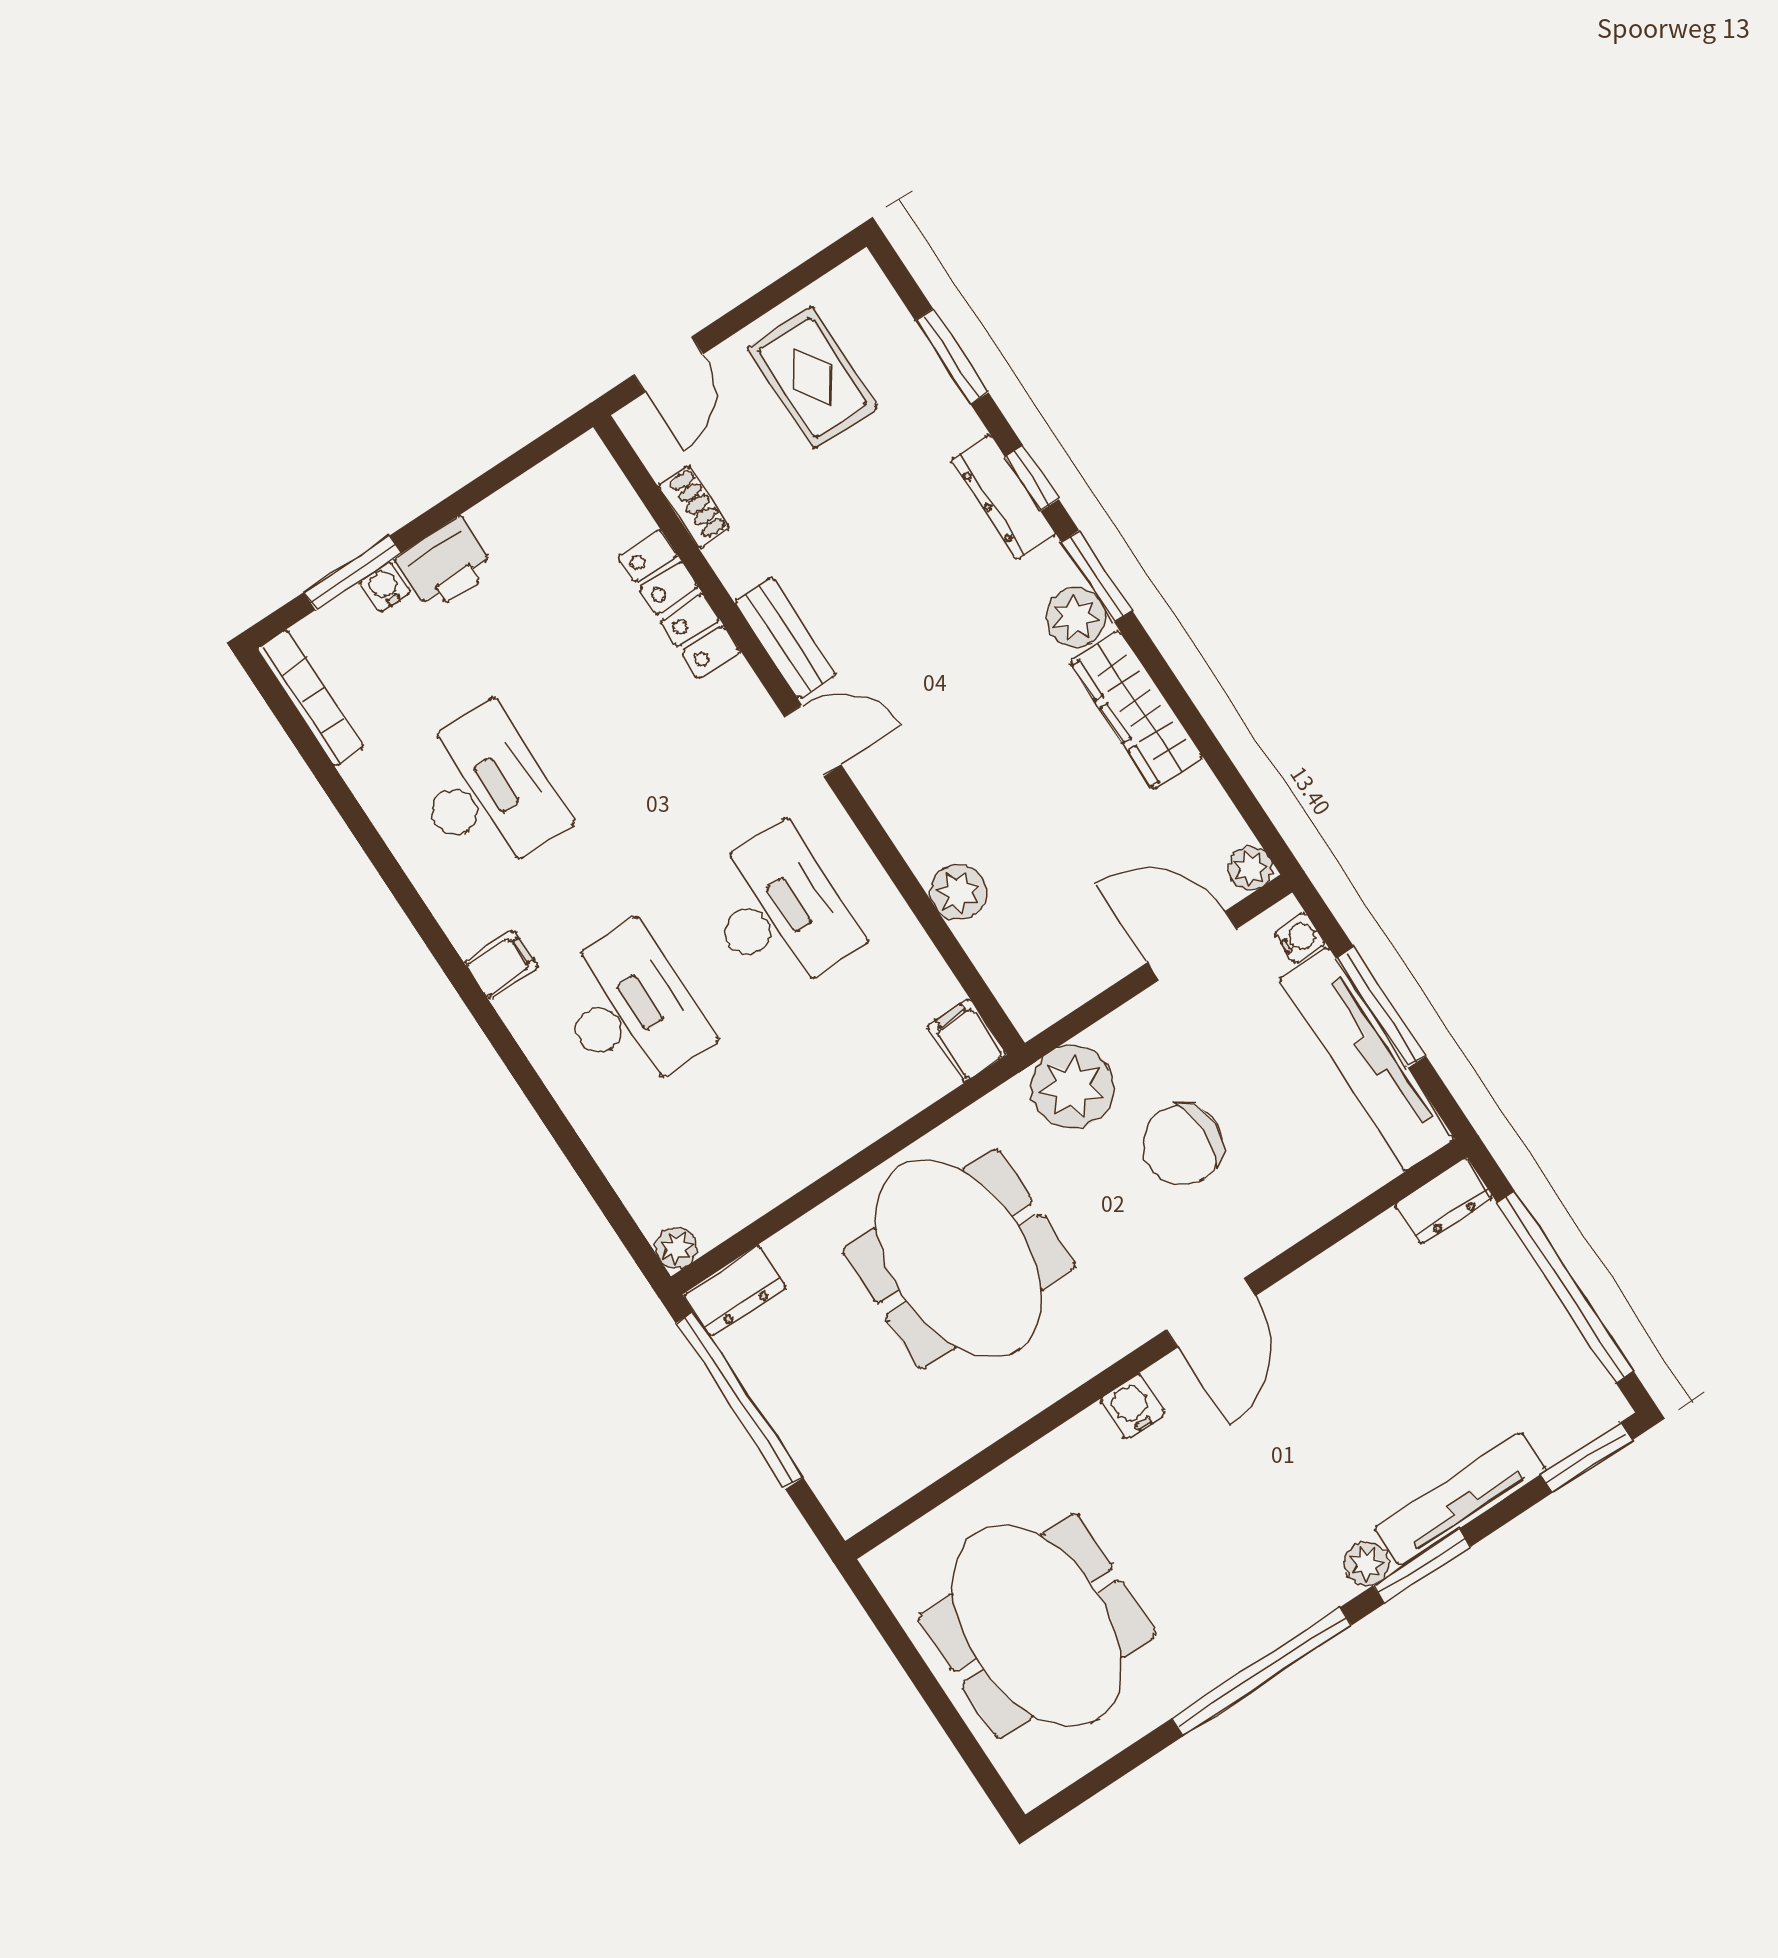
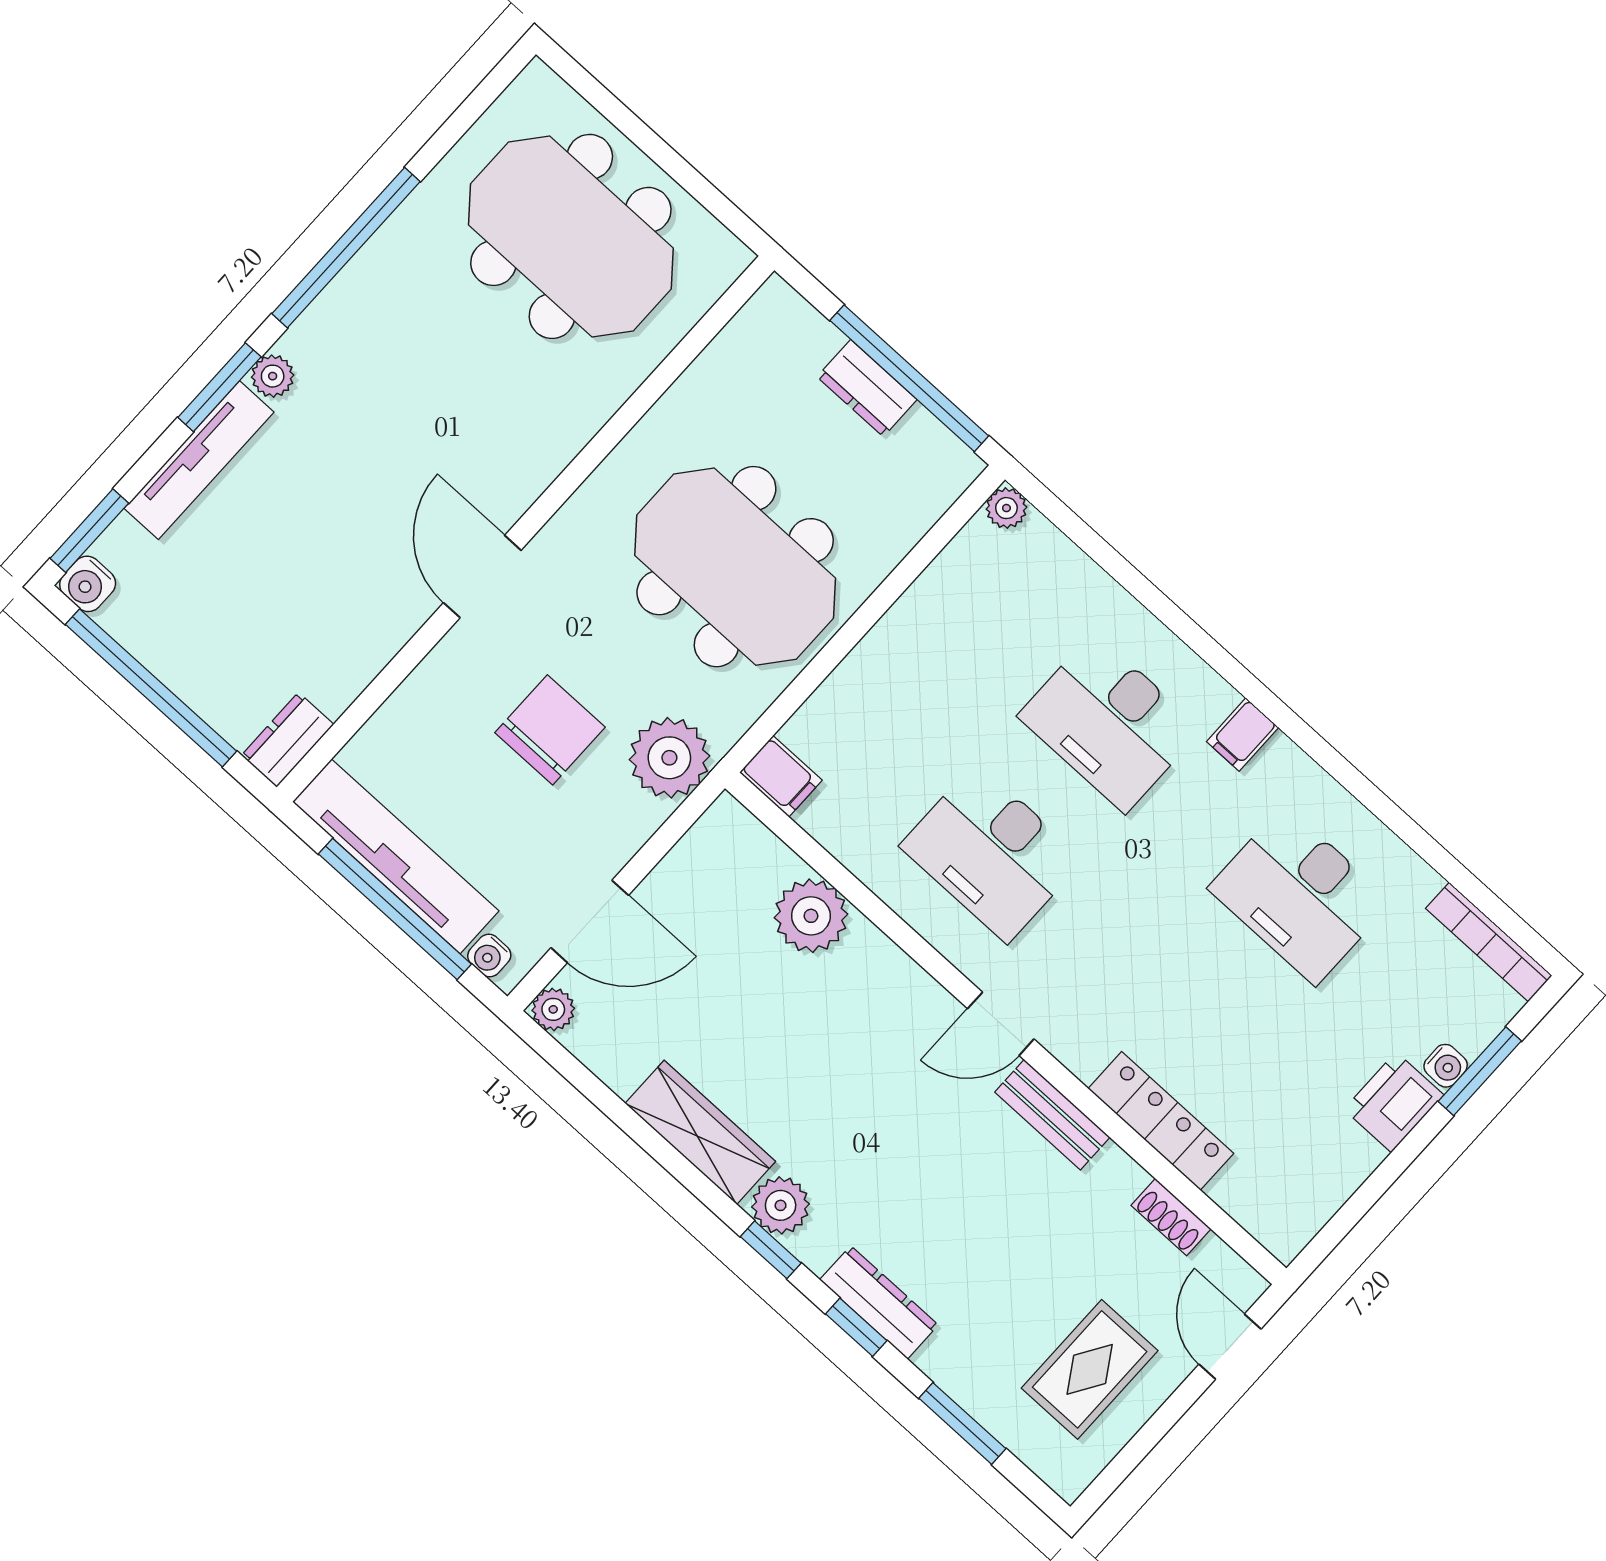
rug: (813, 378) -> (1090, 1369), turned 90
window: (1097, 576) -> (771, 1250), width x0.67
plant: (959, 892) -> (811, 916), width x1.36, depth x1.36
window: (1381, 1007) -> (395, 909), width x1.46
dresser: (735, 1291) -> (867, 388), moved, turned -90
water cooler: (1132, 1406) -> (88, 584), moved, turned 90

